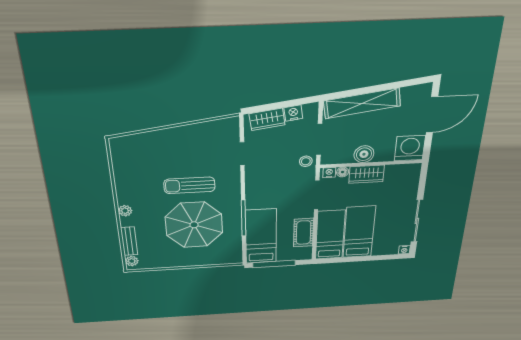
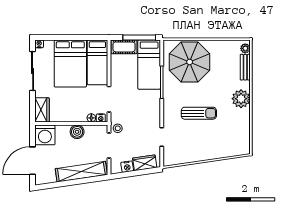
wardrobe: (367, 174) -> (42, 110), moved, turned 90
plant: (125, 211) -> (241, 99), width x1.87, depth x1.87
parasol: (194, 225) -> (190, 62), moved
bed: (359, 232) -> (70, 64), width x1.50
cot: (304, 233) -> (124, 47), moved, turned 90

